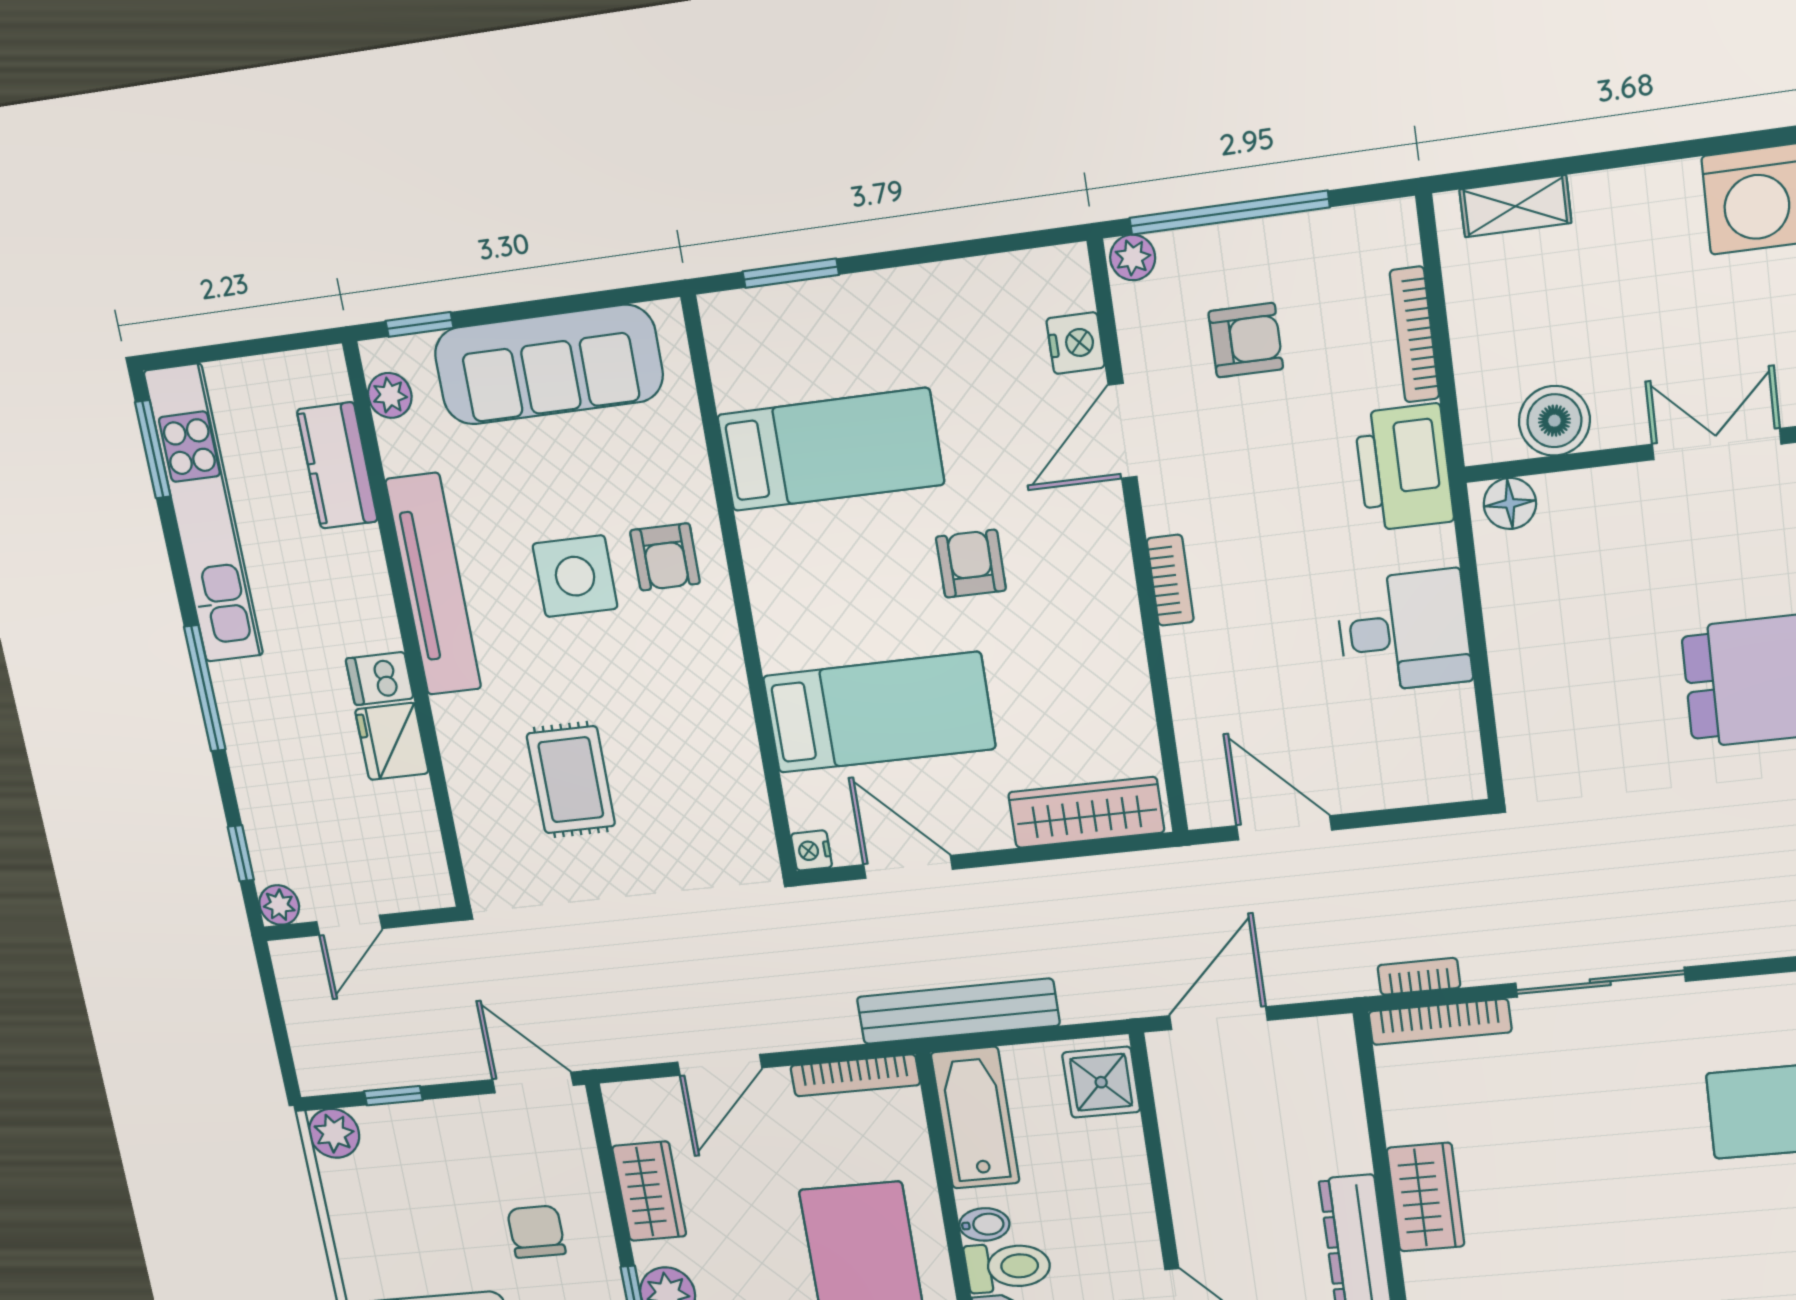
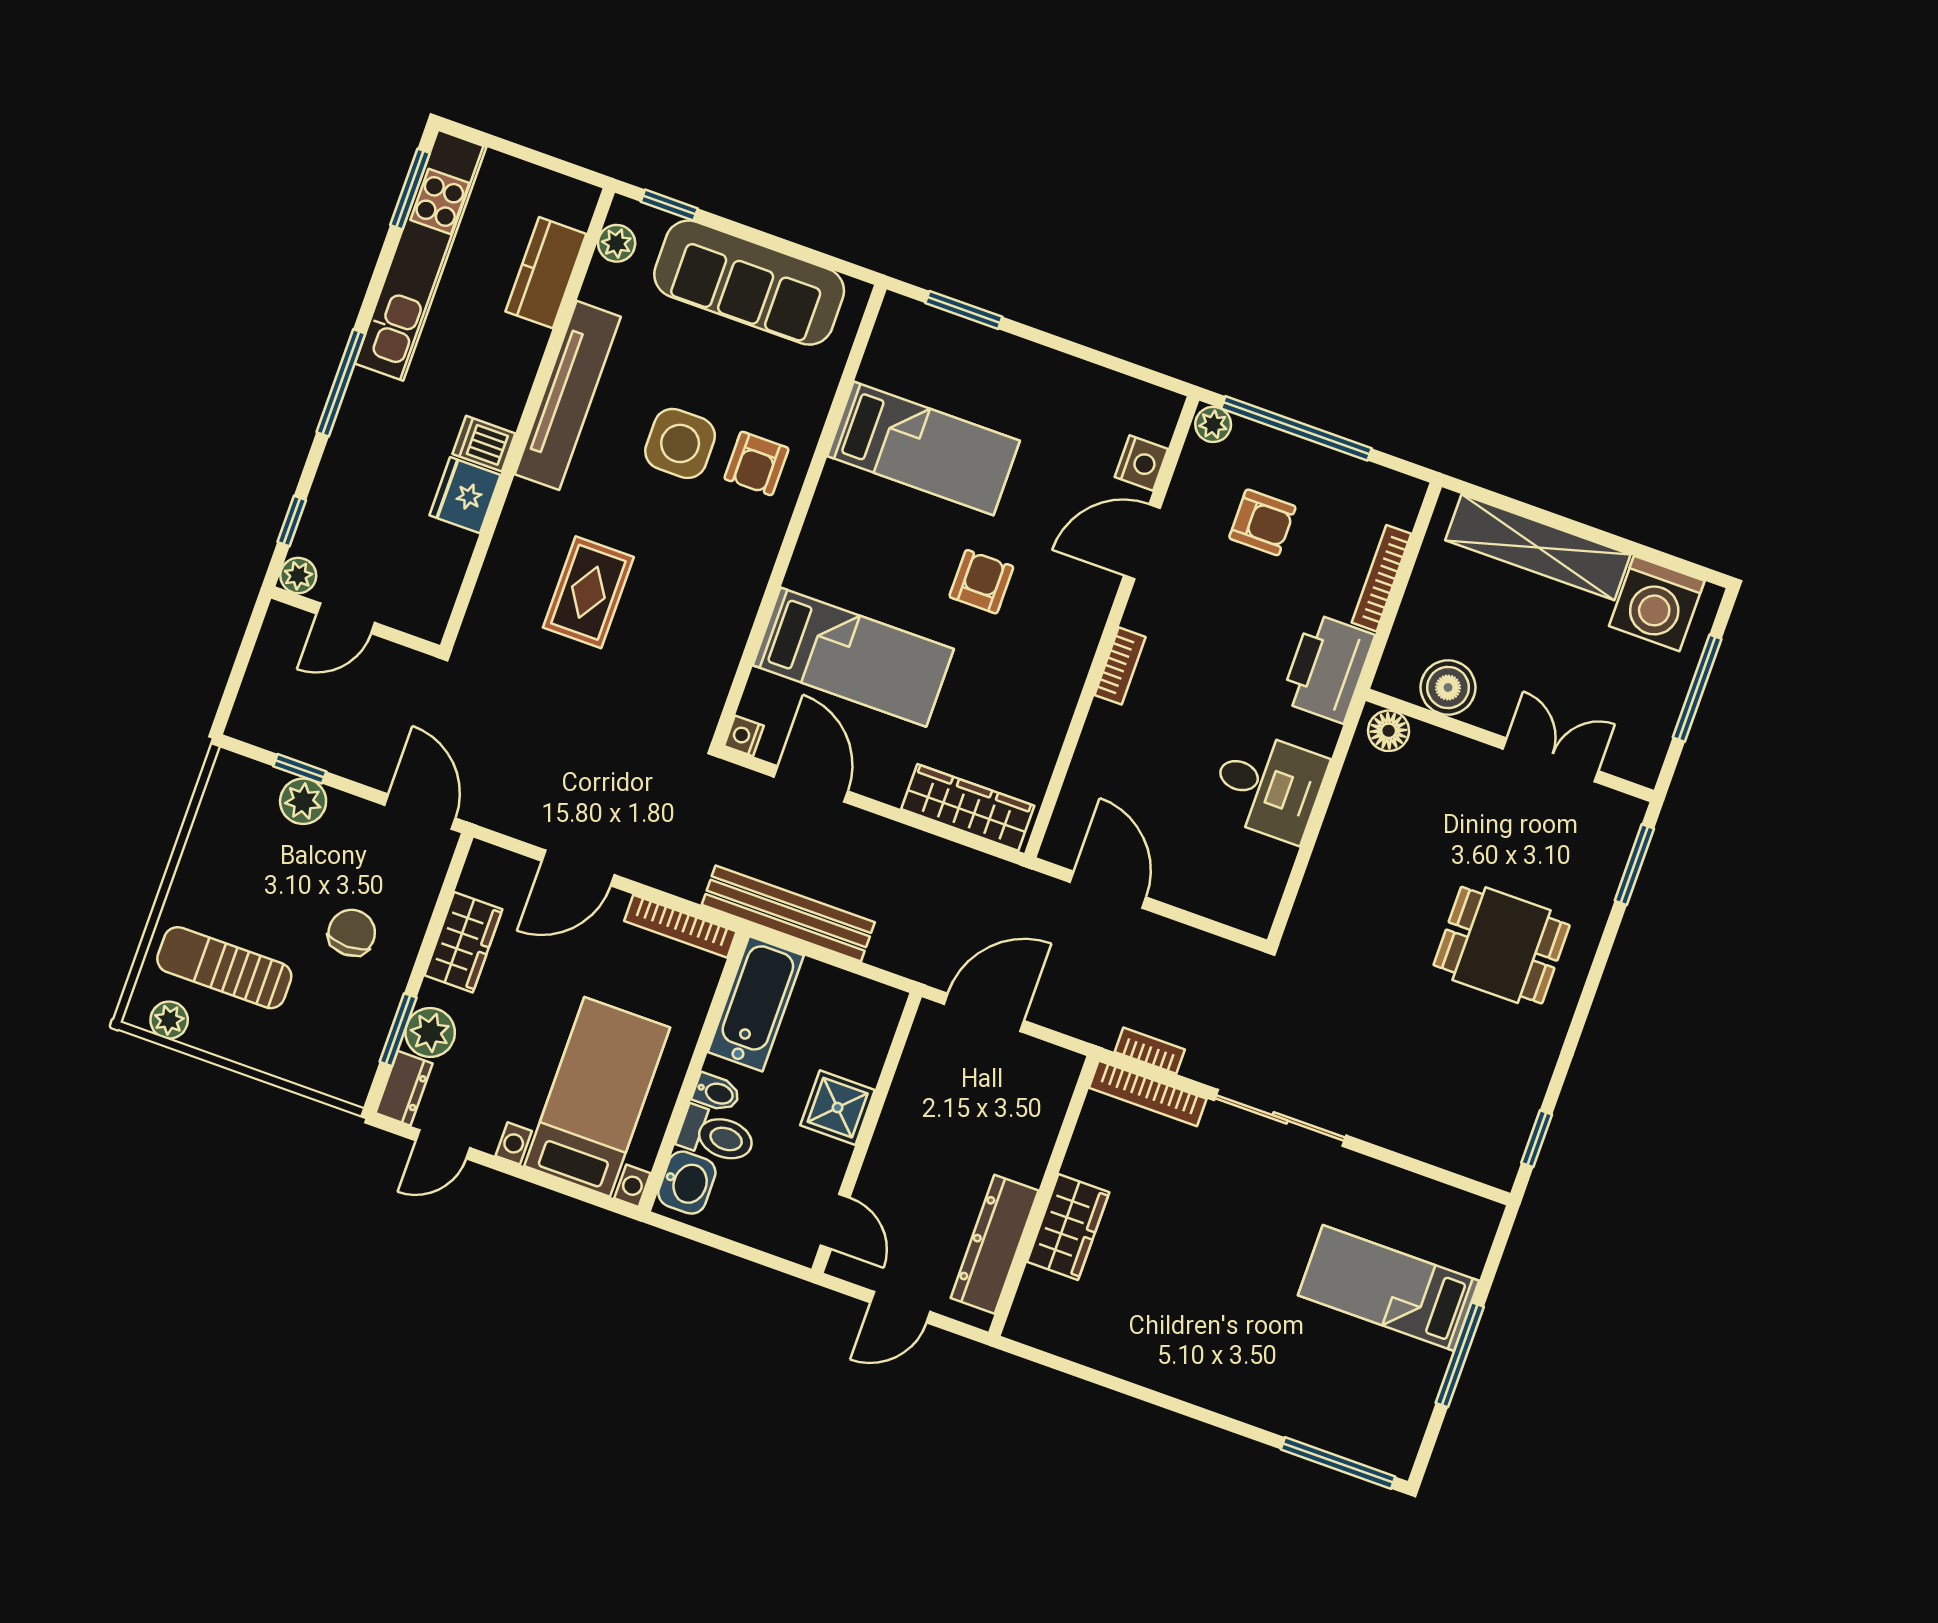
shelving: (1515, 206) -> (1538, 547), width x2.20, depth x1.33
shower: (1101, 1082) -> (838, 1108), moved
plant: (334, 1133) -> (303, 801), moved

